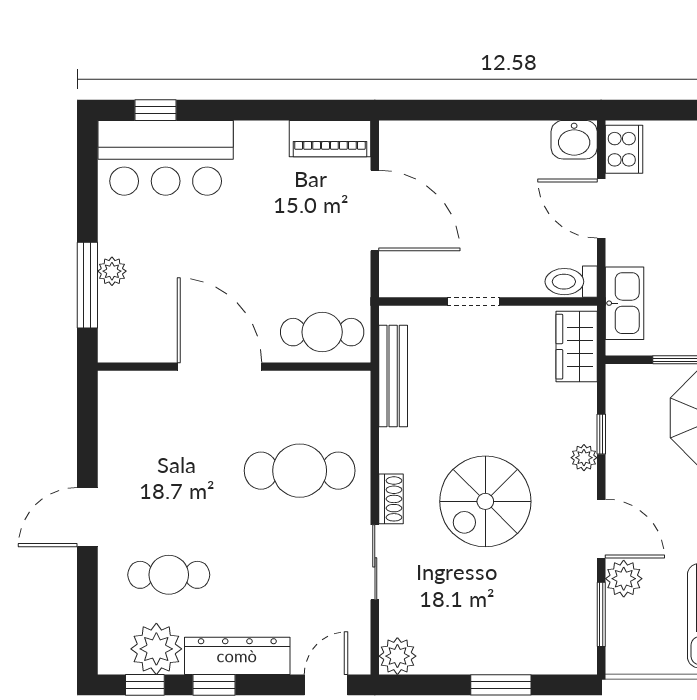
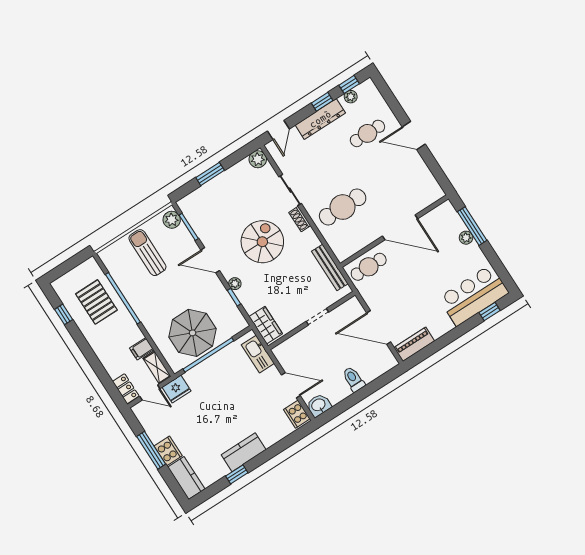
toilet: (571, 282) -> (353, 379), moved, turned -90
door: (87, 517) -> (414, 135), swing flipped
plant: (624, 579) -> (172, 220), moved
plant: (156, 649) -> (351, 97), width x0.53, depth x0.53

